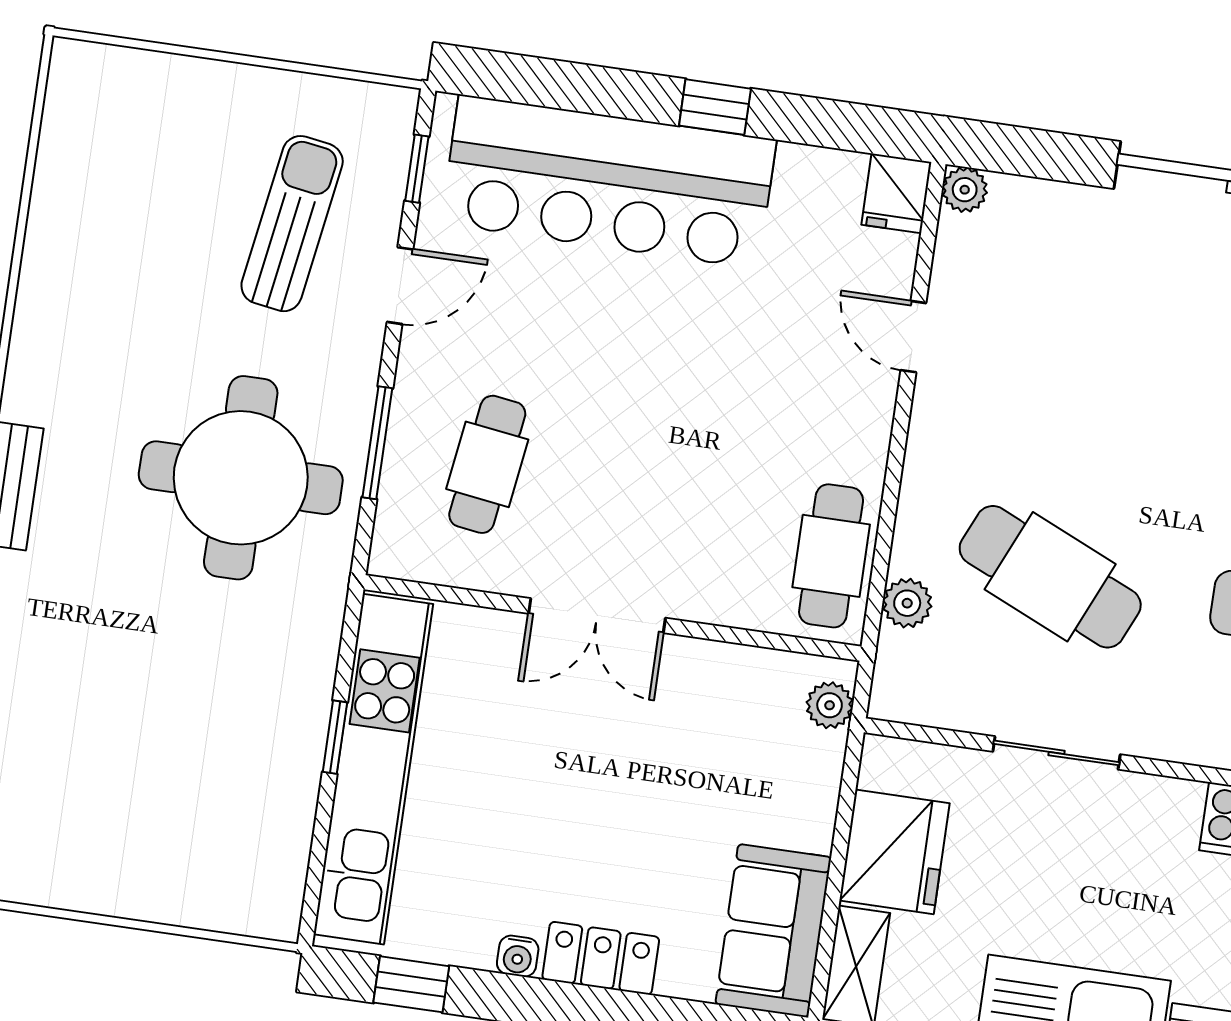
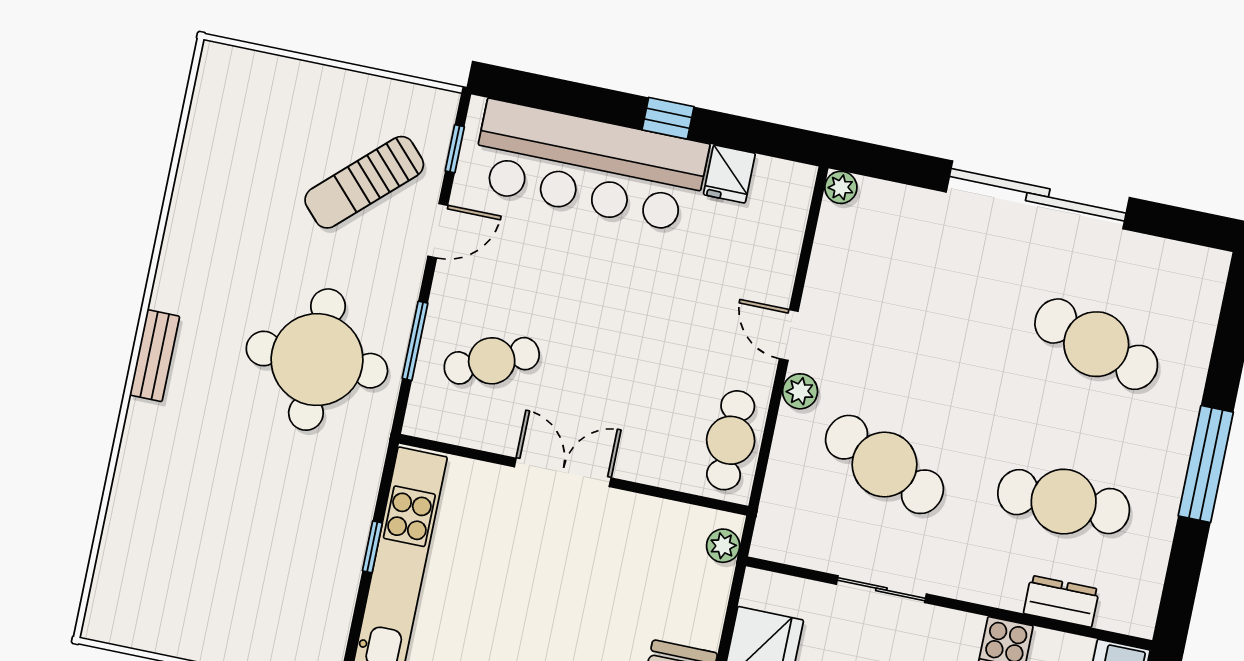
fridge: (896, 193) -> (729, 174), moved
sun lounger: (292, 224) -> (364, 182), turned -142
door: (913, 337) -> (789, 335), moved
cafe table: (487, 464) -> (492, 361), turned 58
plant: (907, 603) -> (800, 391), moved
double door: (597, 616) -> (563, 472), swing flipped

